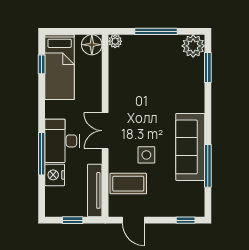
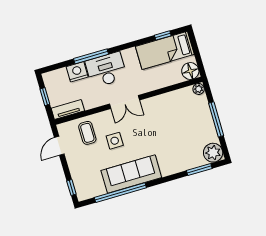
double door: (105, 131) -> (124, 102), swing flipped
window: (208, 166) -> (120, 193), width x1.46
coffee table: (128, 184) -> (87, 133), width x0.73, depth x0.77
tv unit: (95, 190) -> (68, 109), width x0.71

